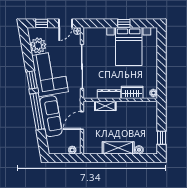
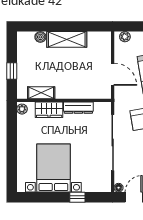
window: (124, 23) -> (77, 197), moved
shelving: (105, 106) -> (41, 93), moved
door: (82, 120) -> (113, 74), hinge flipped
window: (161, 138) -> (12, 71), moved

